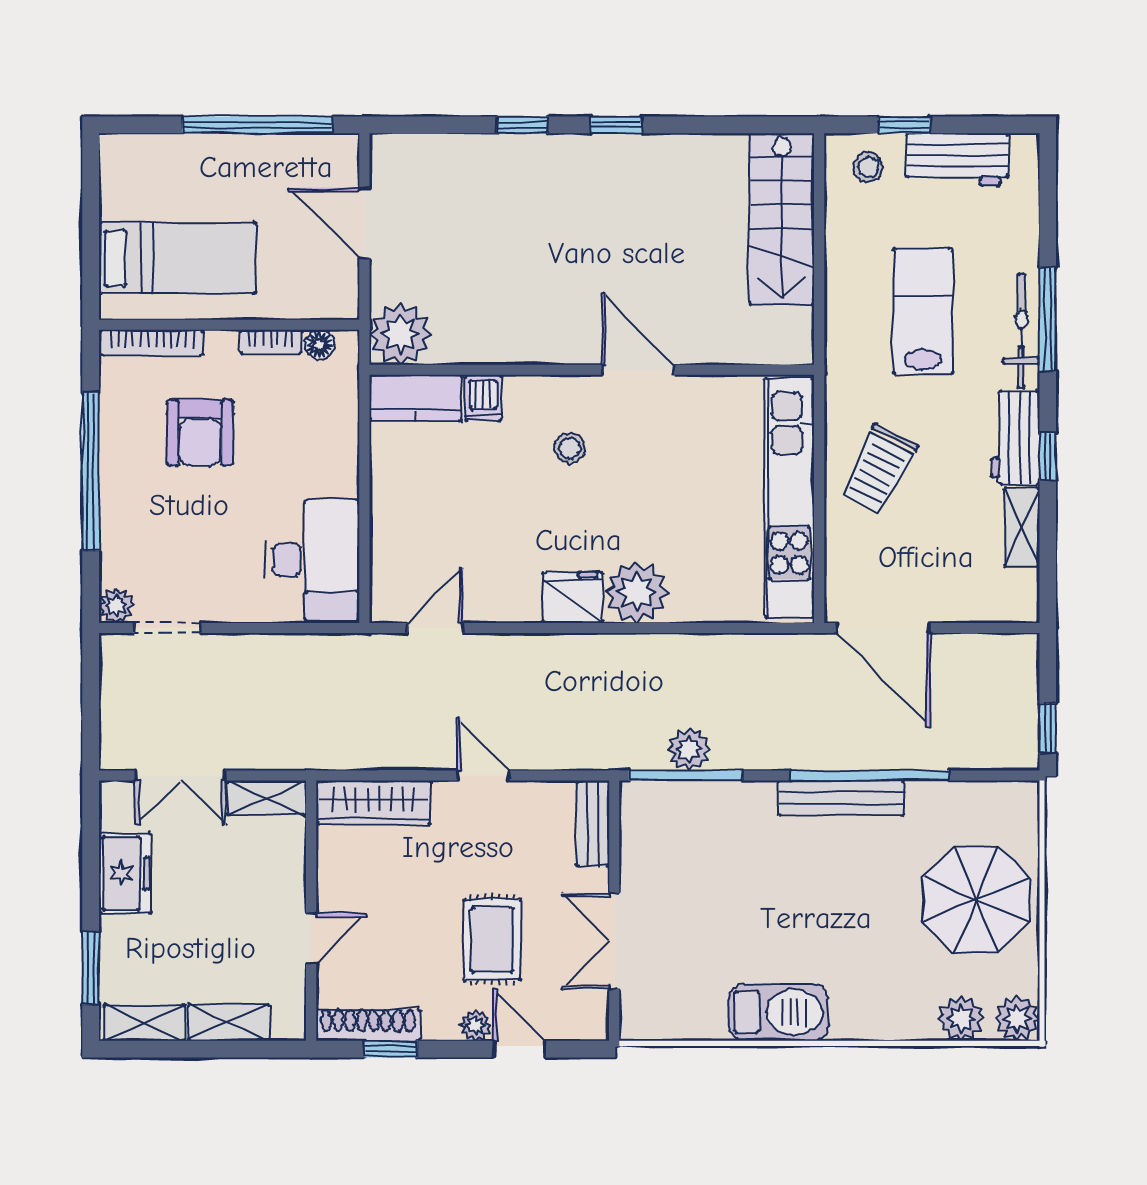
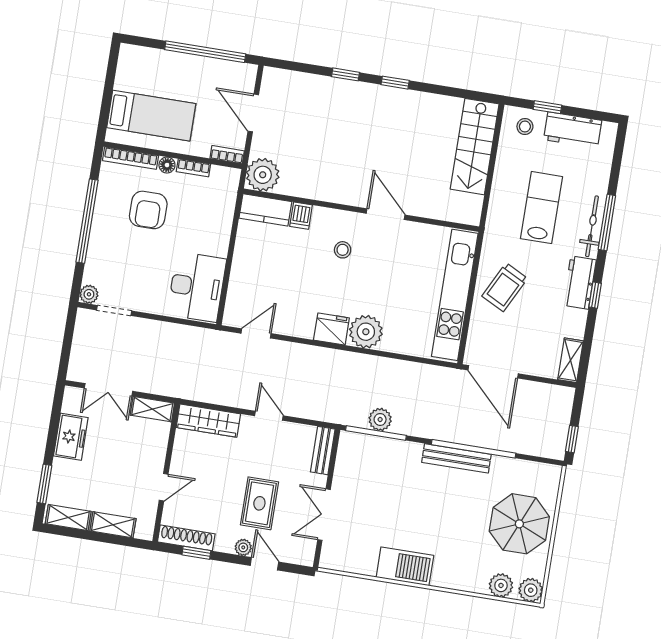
bookcase: (329, 308) -> (227, 155), added
floor lamp: (319, 345) -> (167, 165), moved
shelving: (1022, 527) -> (570, 360), moved

